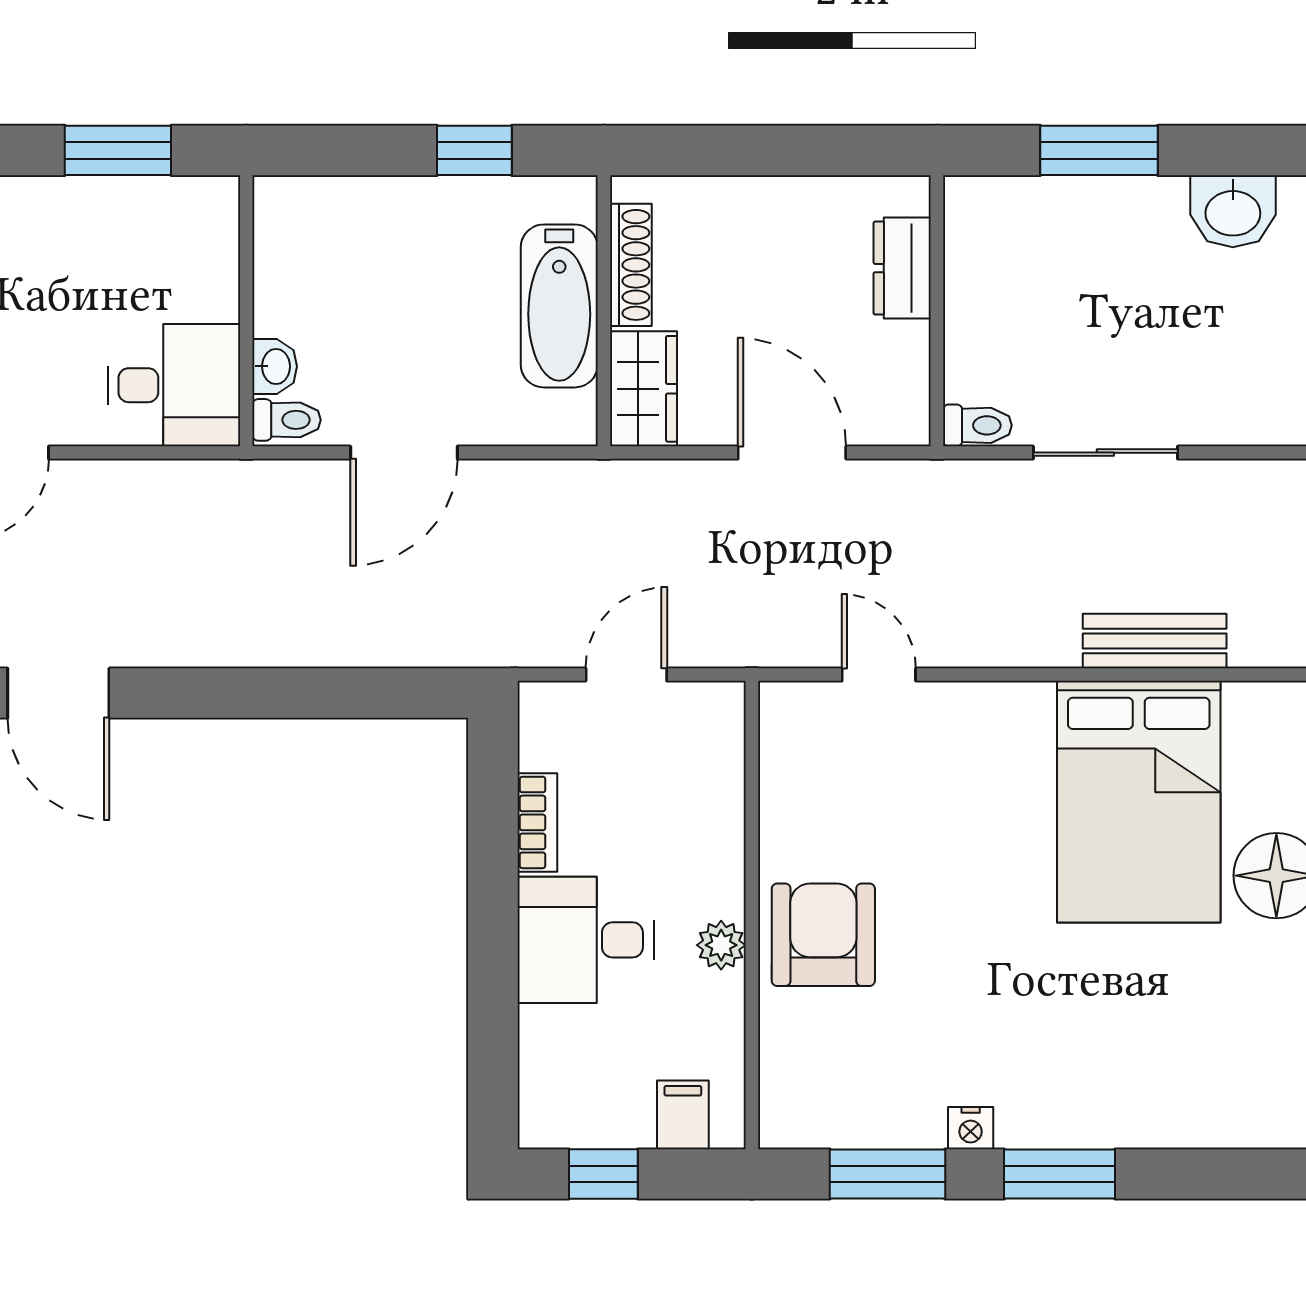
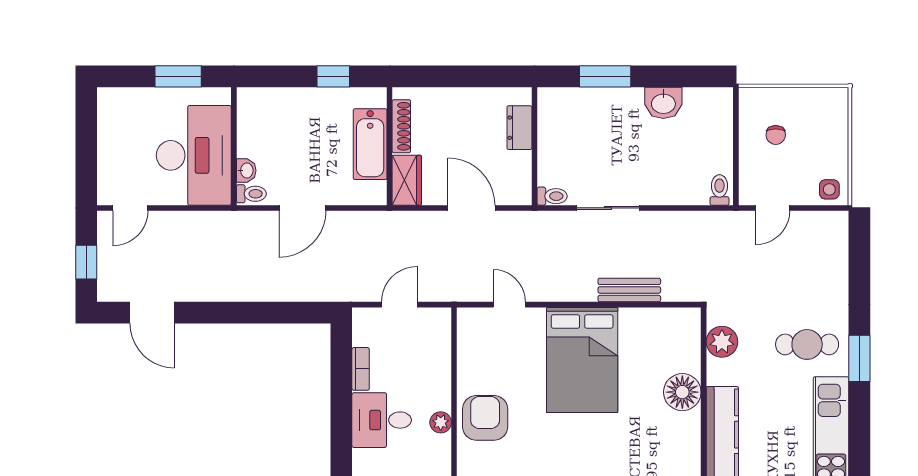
desk: (174, 385) -> (194, 155), width x1.87, depth x1.30
bed: (1139, 802) -> (582, 360), moved

